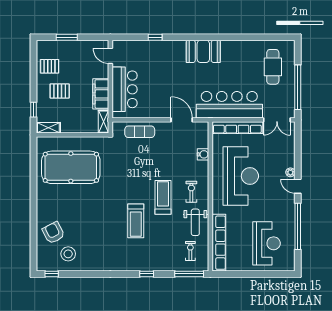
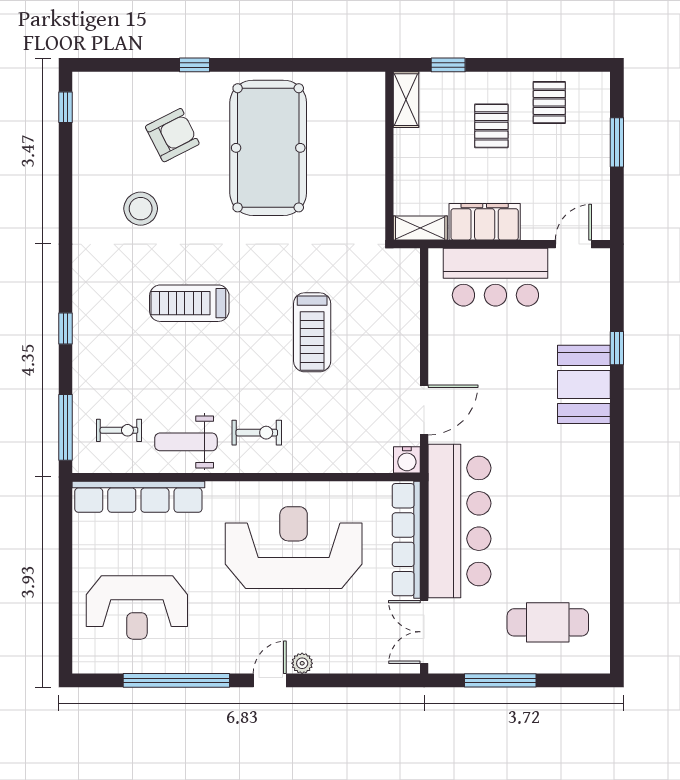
booth: (203, 51) -> (584, 384), moved
window: (298, 87) -> (500, 680), width x0.68
exercise mat: (140, 132) -> (397, 312), removed
water cooler: (203, 154) -> (407, 460), moved
pool table: (71, 167) -> (268, 148), moved
reception desk: (241, 176) -> (294, 548), turned 180
treadmill: (163, 197) -> (312, 332), moved, turned 90
window: (33, 219) -> (195, 65), added
armchair: (53, 233) -> (172, 135), moved
stool: (68, 254) -> (141, 209), moved

